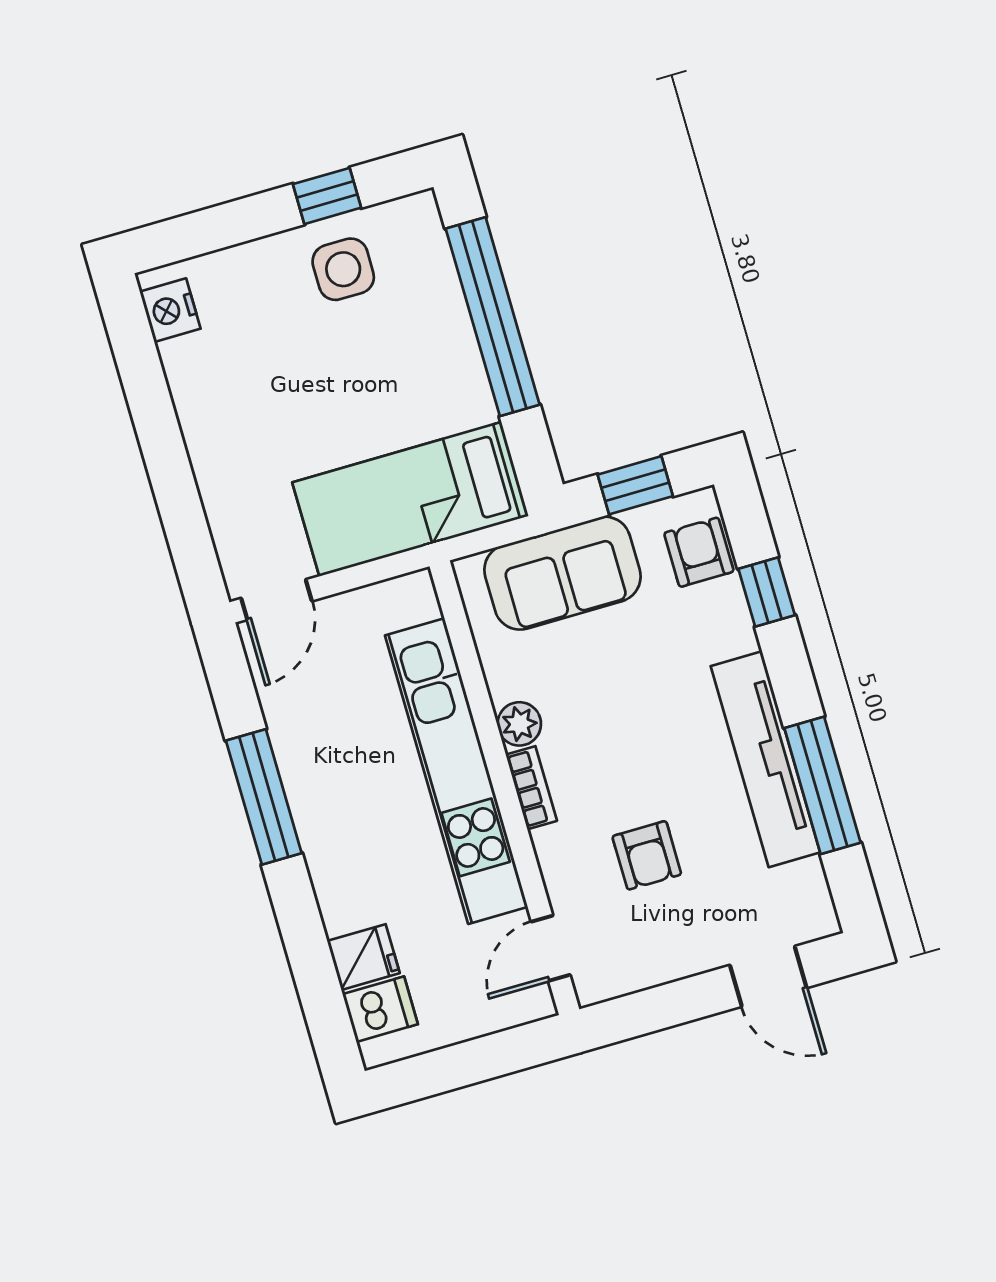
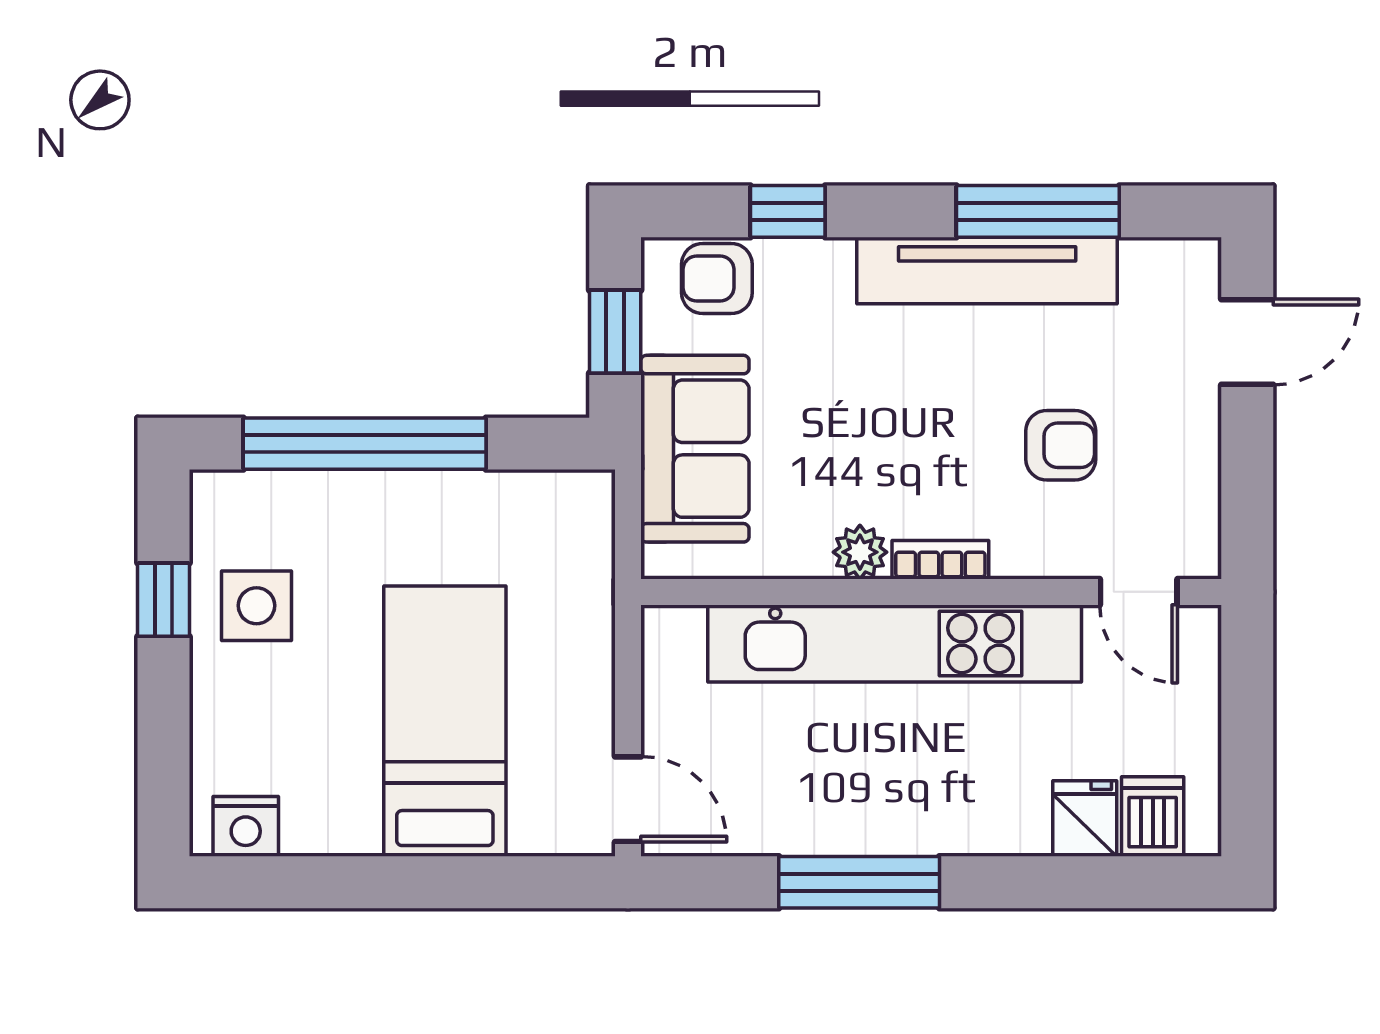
bed: (410, 499) -> (445, 721), moved, turned 180

